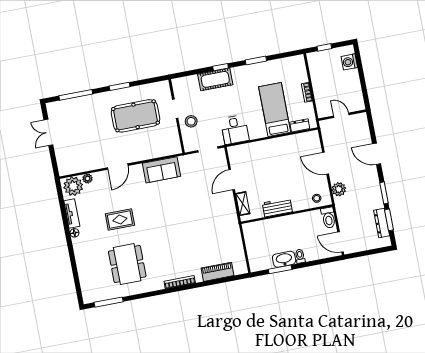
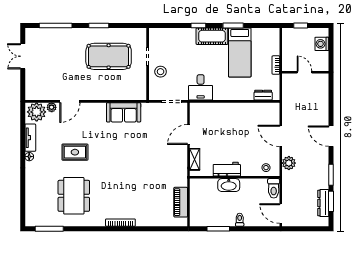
cot: (215, 79) -> (212, 36), moved
bed: (275, 110) -> (240, 52), moved, turned 180
door: (341, 115) -> (304, 72), moved
wall: (342, 115) -> (305, 72), moved
door: (118, 167) -> (70, 101), moved
washbasin: (284, 259) -> (229, 185), moved, turned 180
piano: (217, 272) -> (181, 202), moved, turned -90

